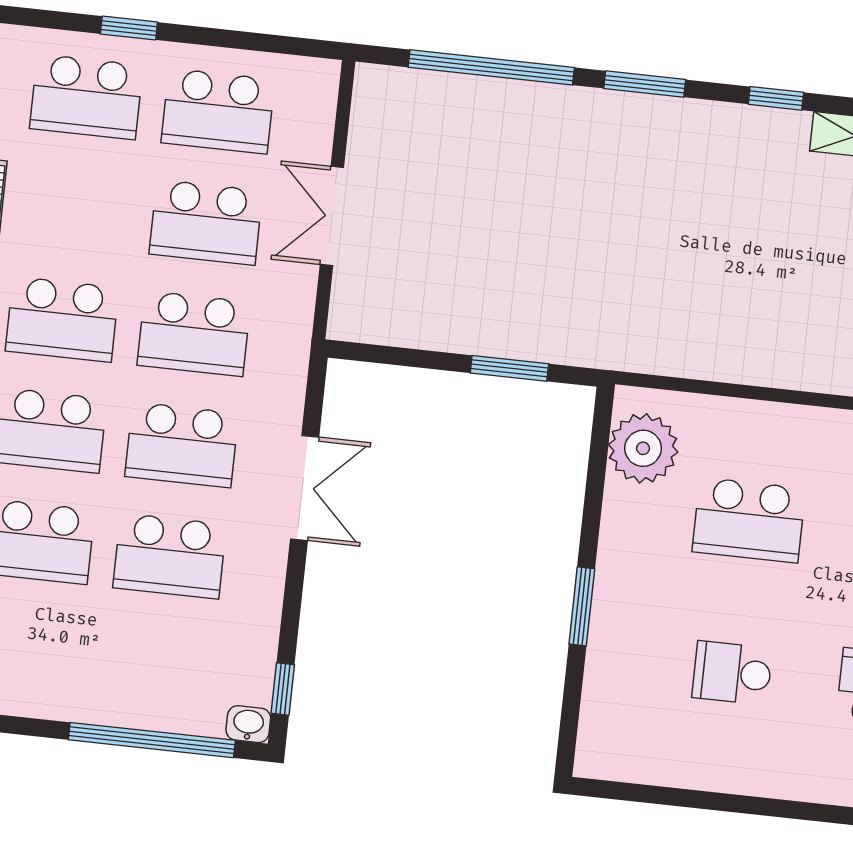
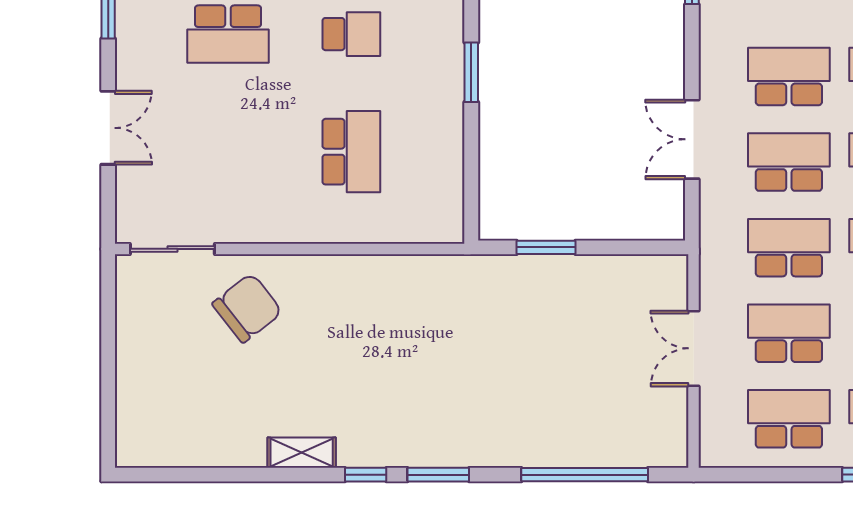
window: (645, 84) -> (438, 475), moved
double door: (332, 216) -> (694, 348), swing flipped
plant: (643, 448) -> (438, 198), removed
school desk: (749, 520) -> (351, 152), turned 90

